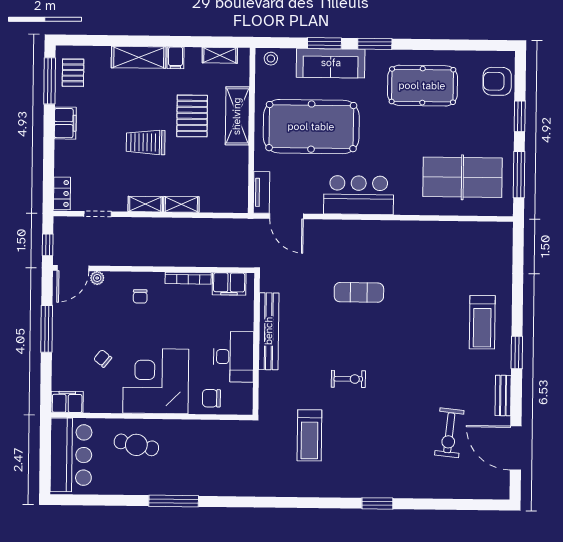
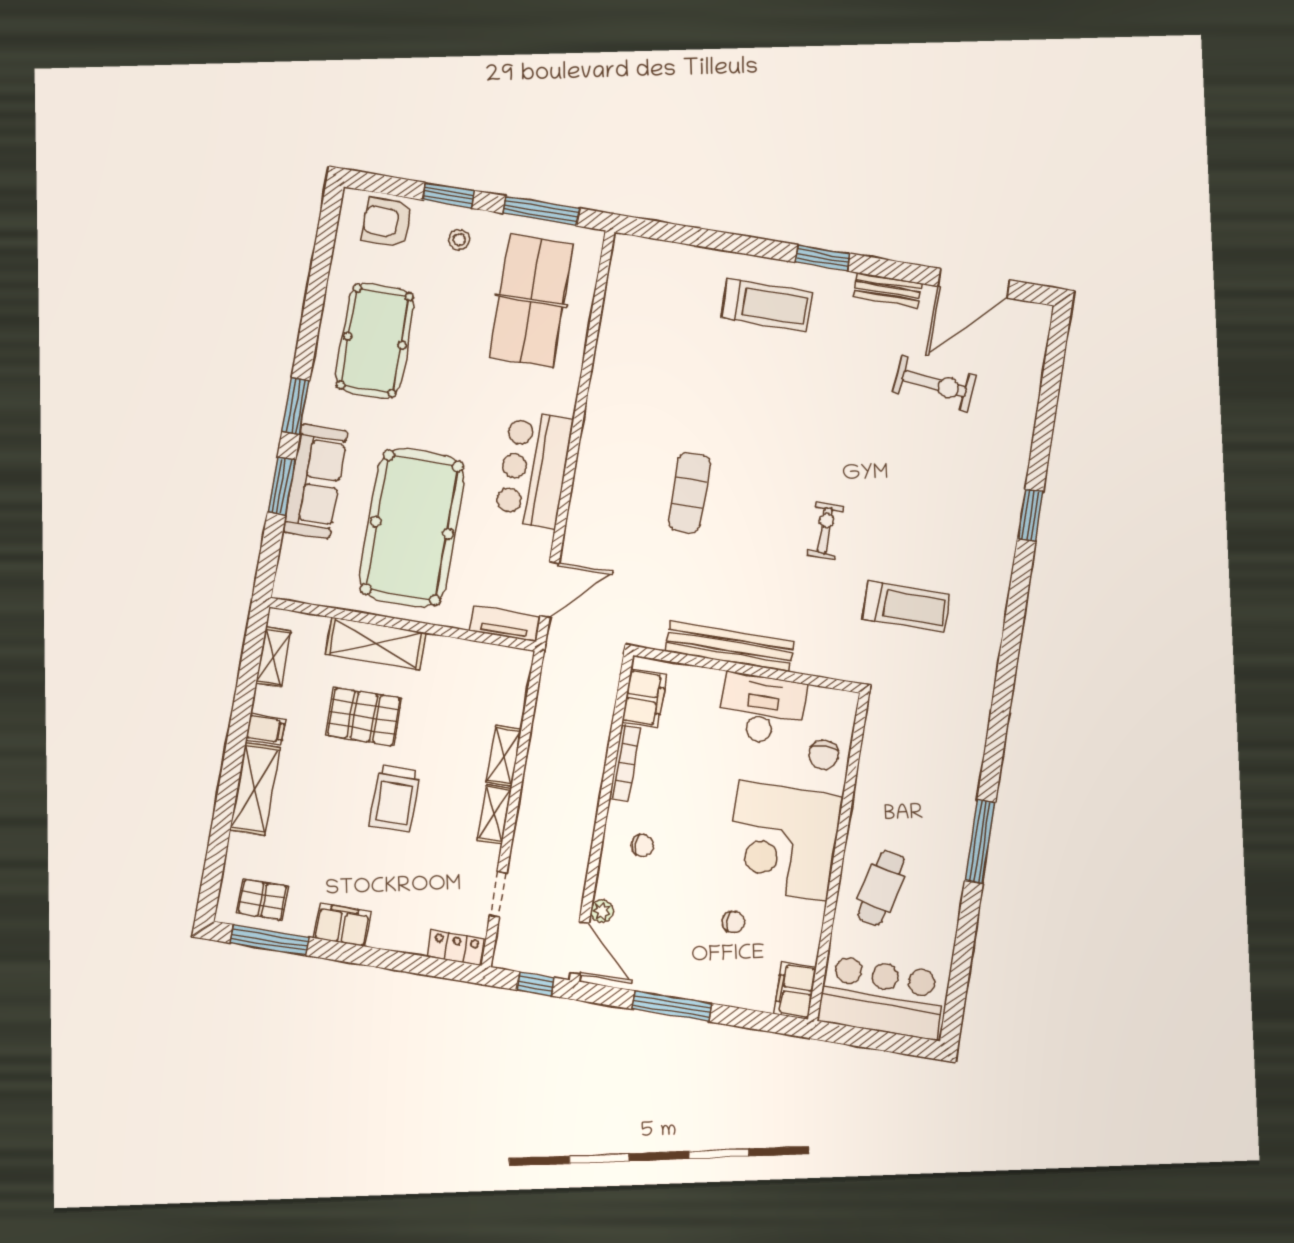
stool: (271, 59) -> (459, 240), moved
armchair: (497, 81) -> (387, 222), turned 90
chair: (103, 358) -> (733, 922), turned -129

